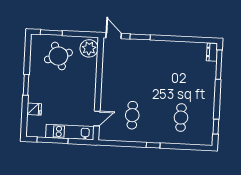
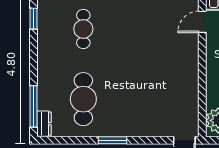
window: (140, 37) -> (113, 140), moved
cafe table: (132, 115) -> (83, 99), moved, width x1.37, depth x1.35

